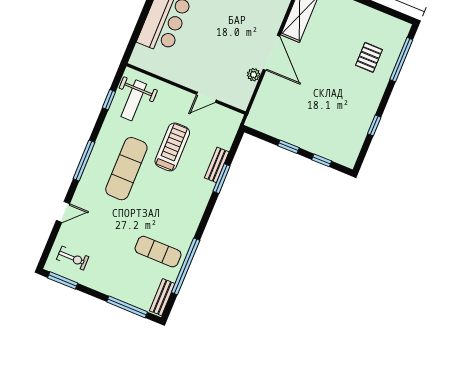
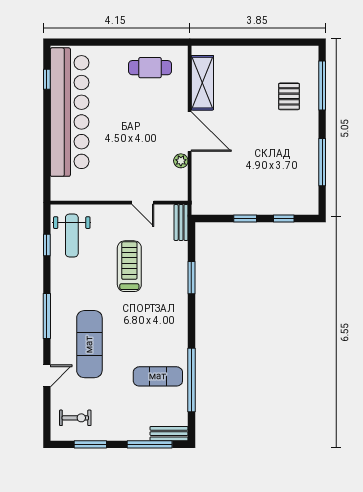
door: (206, 97) -> (143, 203), hinge flipped
window: (374, 125) -> (322, 162), width x2.17
bench: (217, 165) -> (181, 222), moved
exercise mat: (126, 169) -> (89, 344), moved
window: (63, 280) -> (90, 444), moved
bench: (162, 297) -> (169, 434), moved, turned 90

